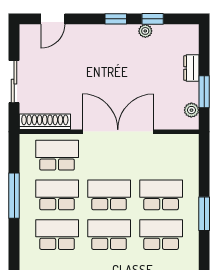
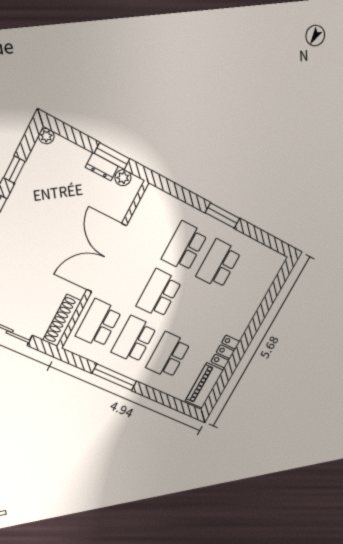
plant: (145, 31) -> (46, 136), moved
dresser: (191, 68) -> (102, 167), moved
school desk: (109, 235) -> (193, 310), removed

